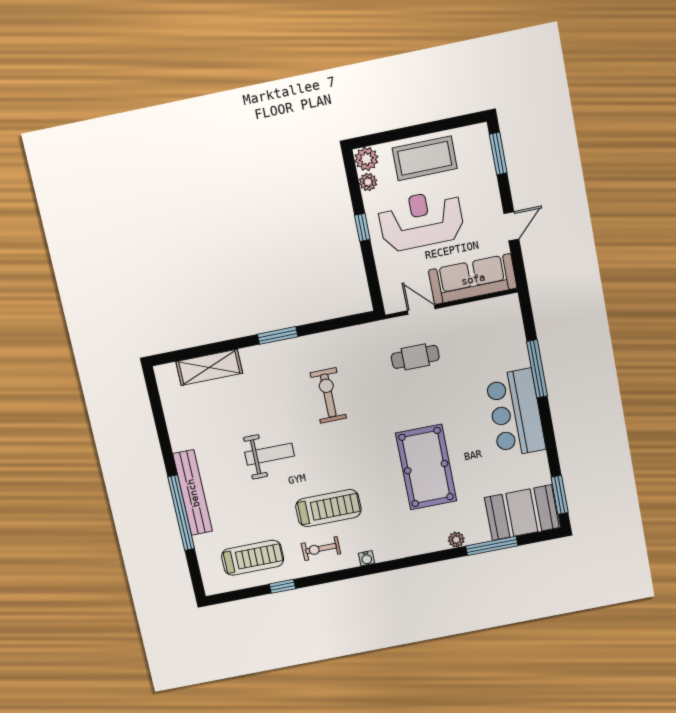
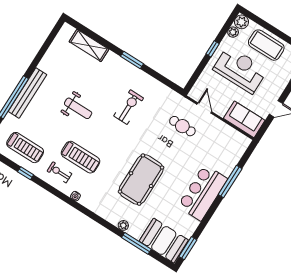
sofa: (473, 279) -> (244, 119), width x0.73

